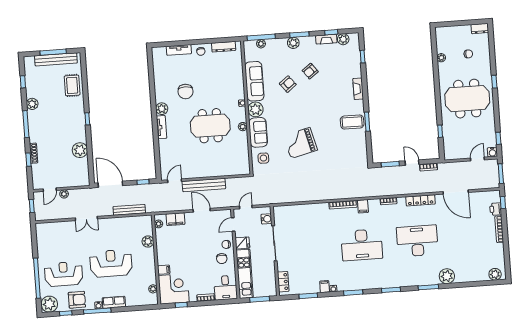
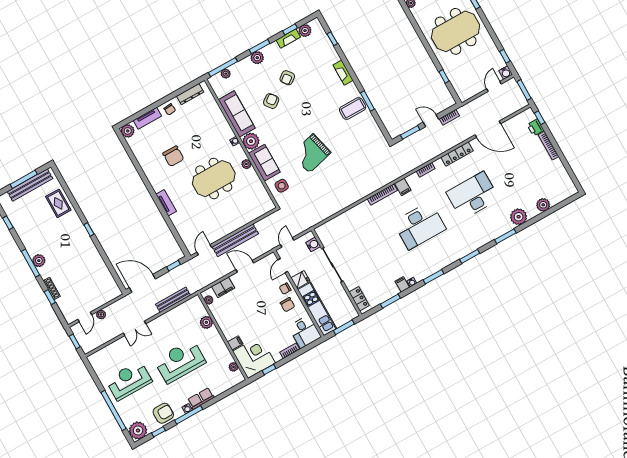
plant: (32, 104) -> (39, 261), moved
plant: (162, 109) -> (128, 131), moved
plant: (80, 150) -> (96, 264), removed
reception desk: (64, 274) -> (129, 381), moved
plant: (495, 274) -> (543, 205), moved

